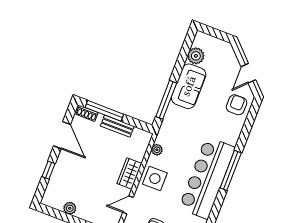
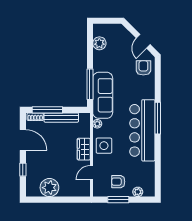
sofa: (189, 86) -> (103, 95), moved, width x1.36
bench: (117, 126) -> (61, 118), width x1.36
plant: (70, 208) -> (49, 188), width x1.88, depth x1.88

